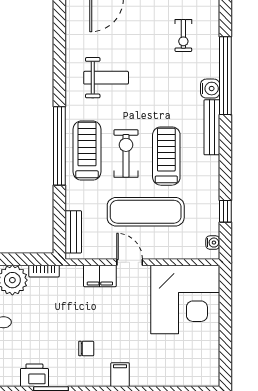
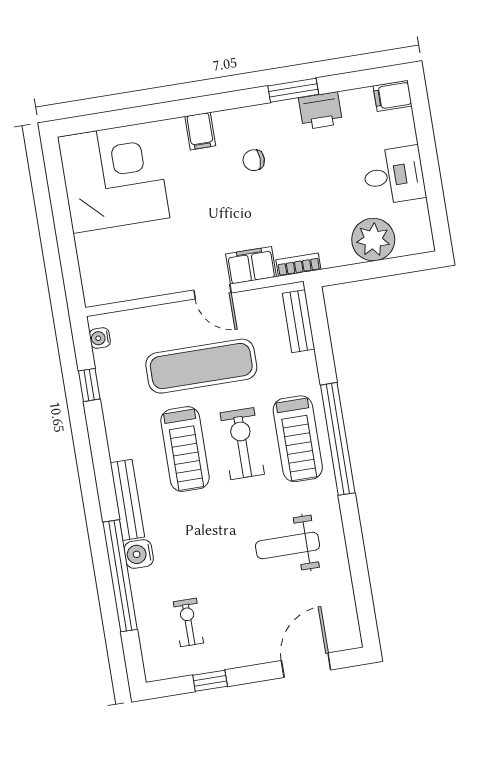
exercise bike: (126, 153) -> (242, 444), turned 180
bookcase: (44, 271) -> (298, 265), moved
corner desk: (185, 300) -> (114, 177), moved, turned 90

